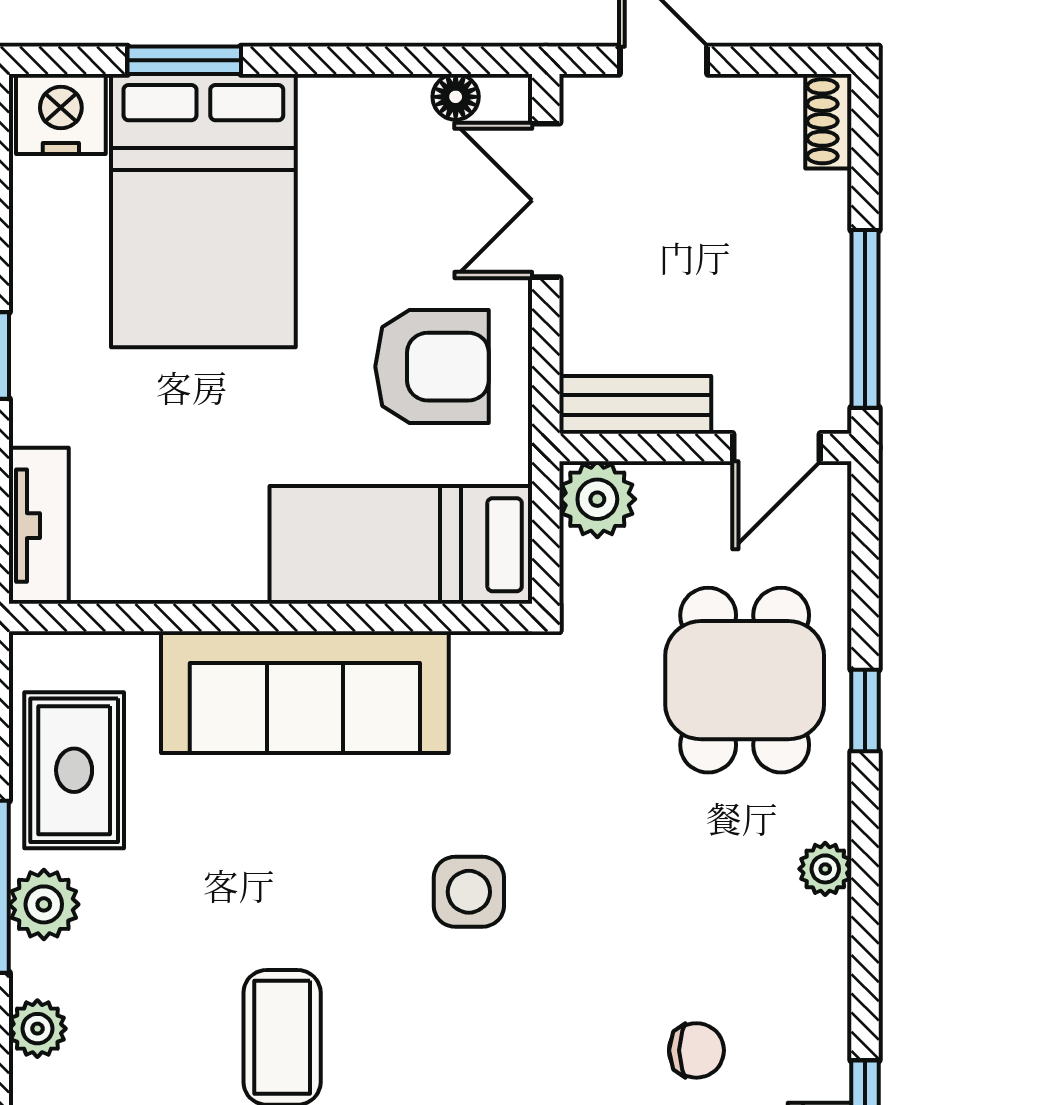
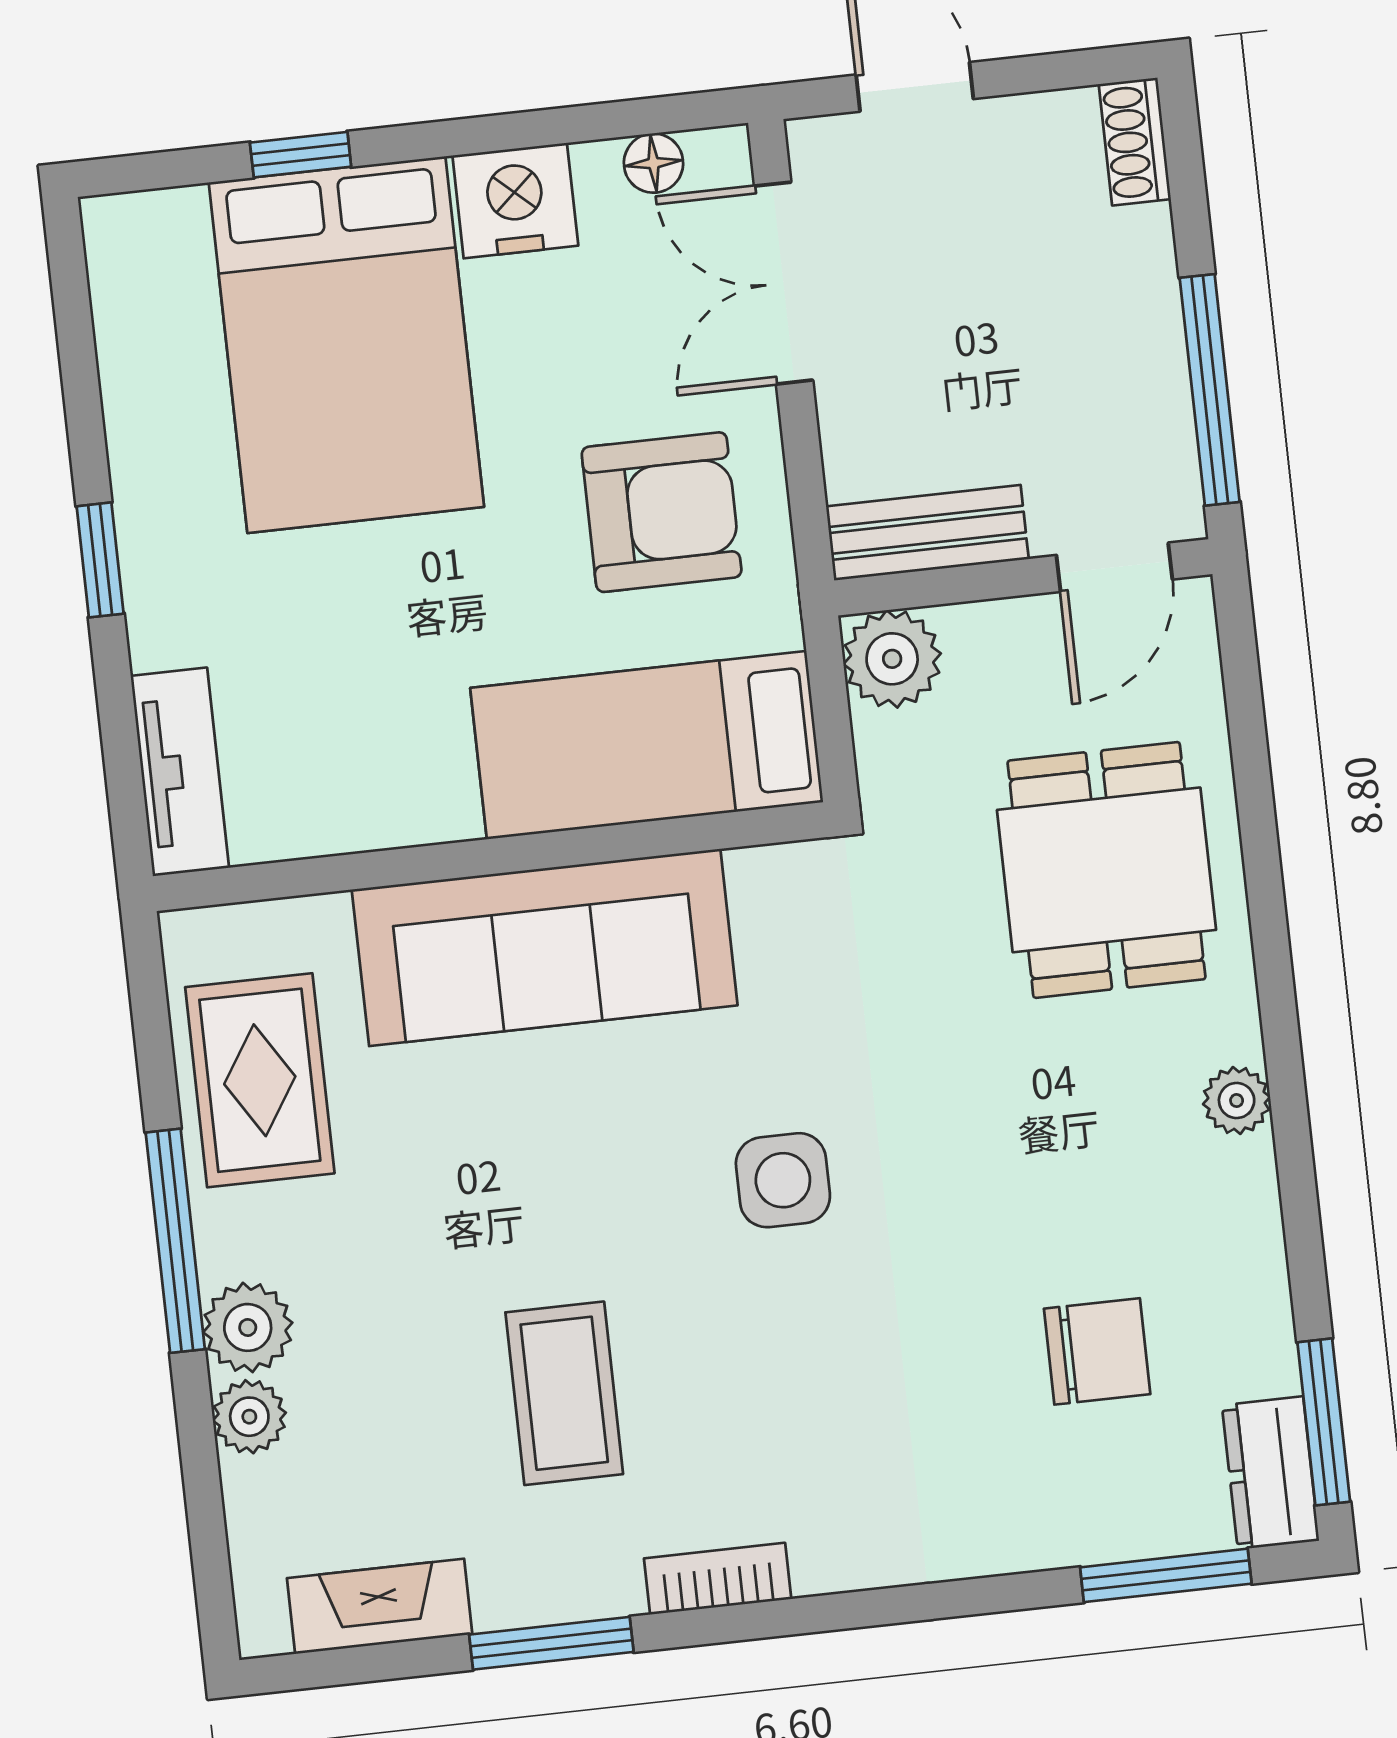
window: (184, 60) -> (301, 155), width x0.67
nightstand: (61, 114) -> (515, 201), moved
window: (865, 711) -> (1265, 892), removed
plant: (44, 904) -> (248, 1327), moved
chair: (696, 1050) -> (1097, 1351), width x1.37, depth x1.37

